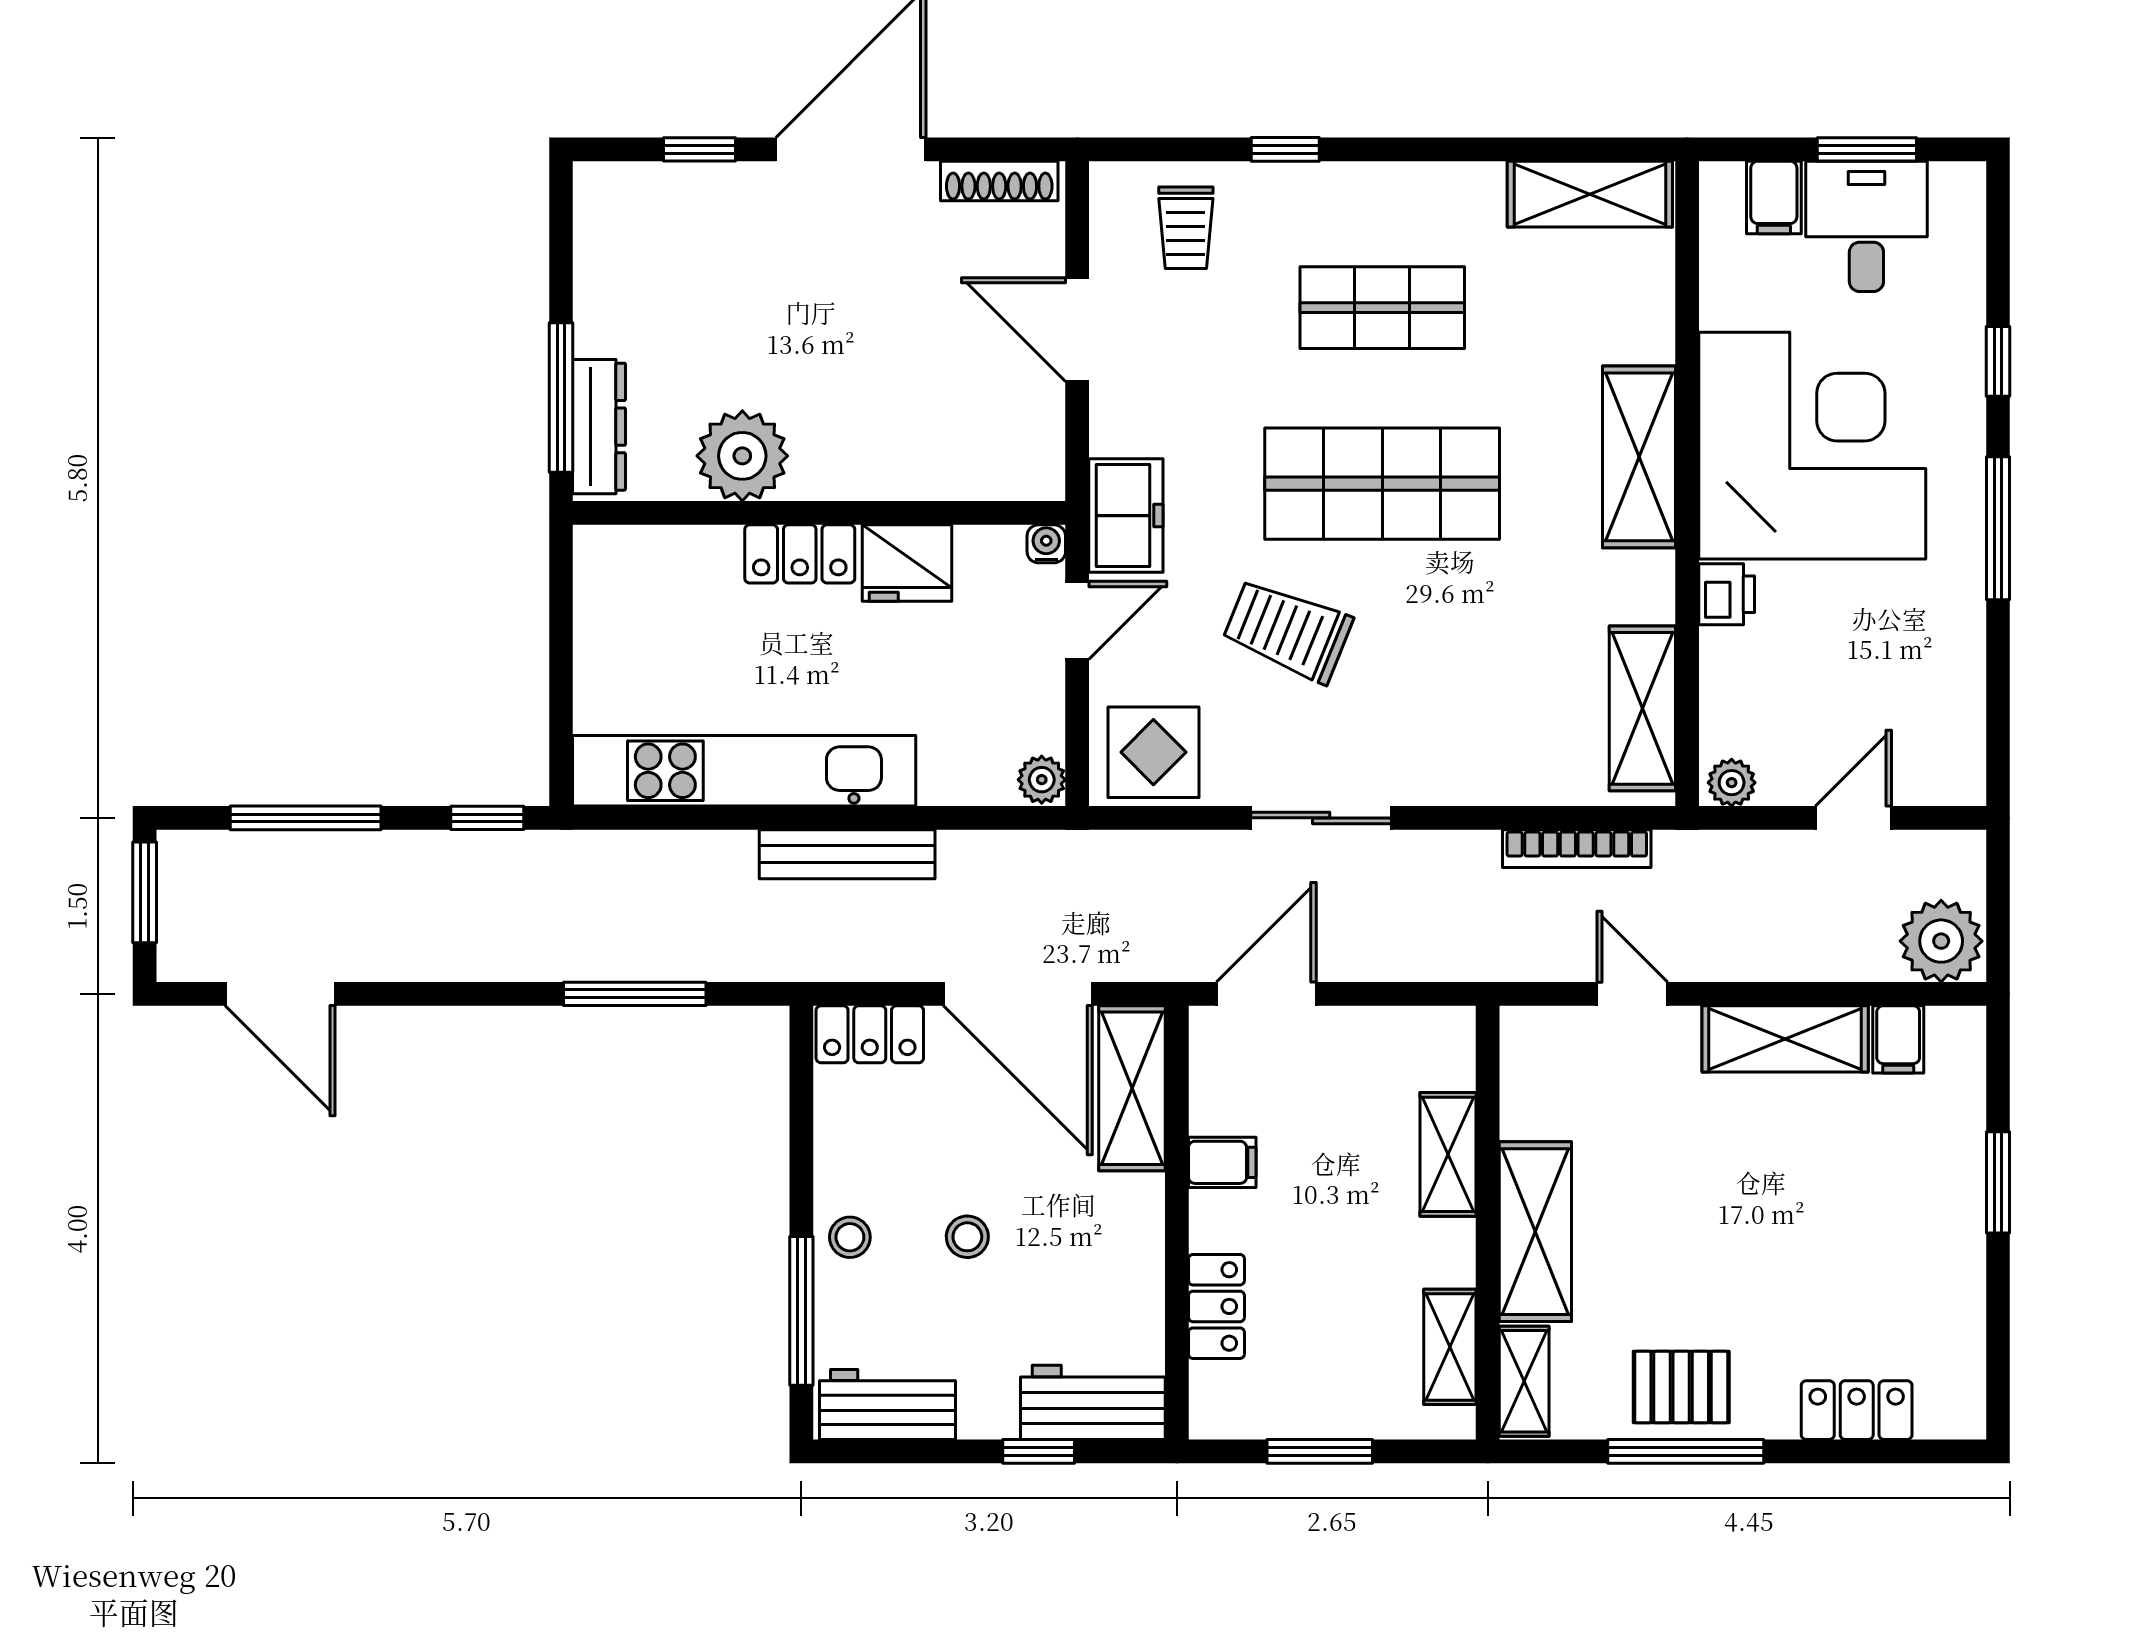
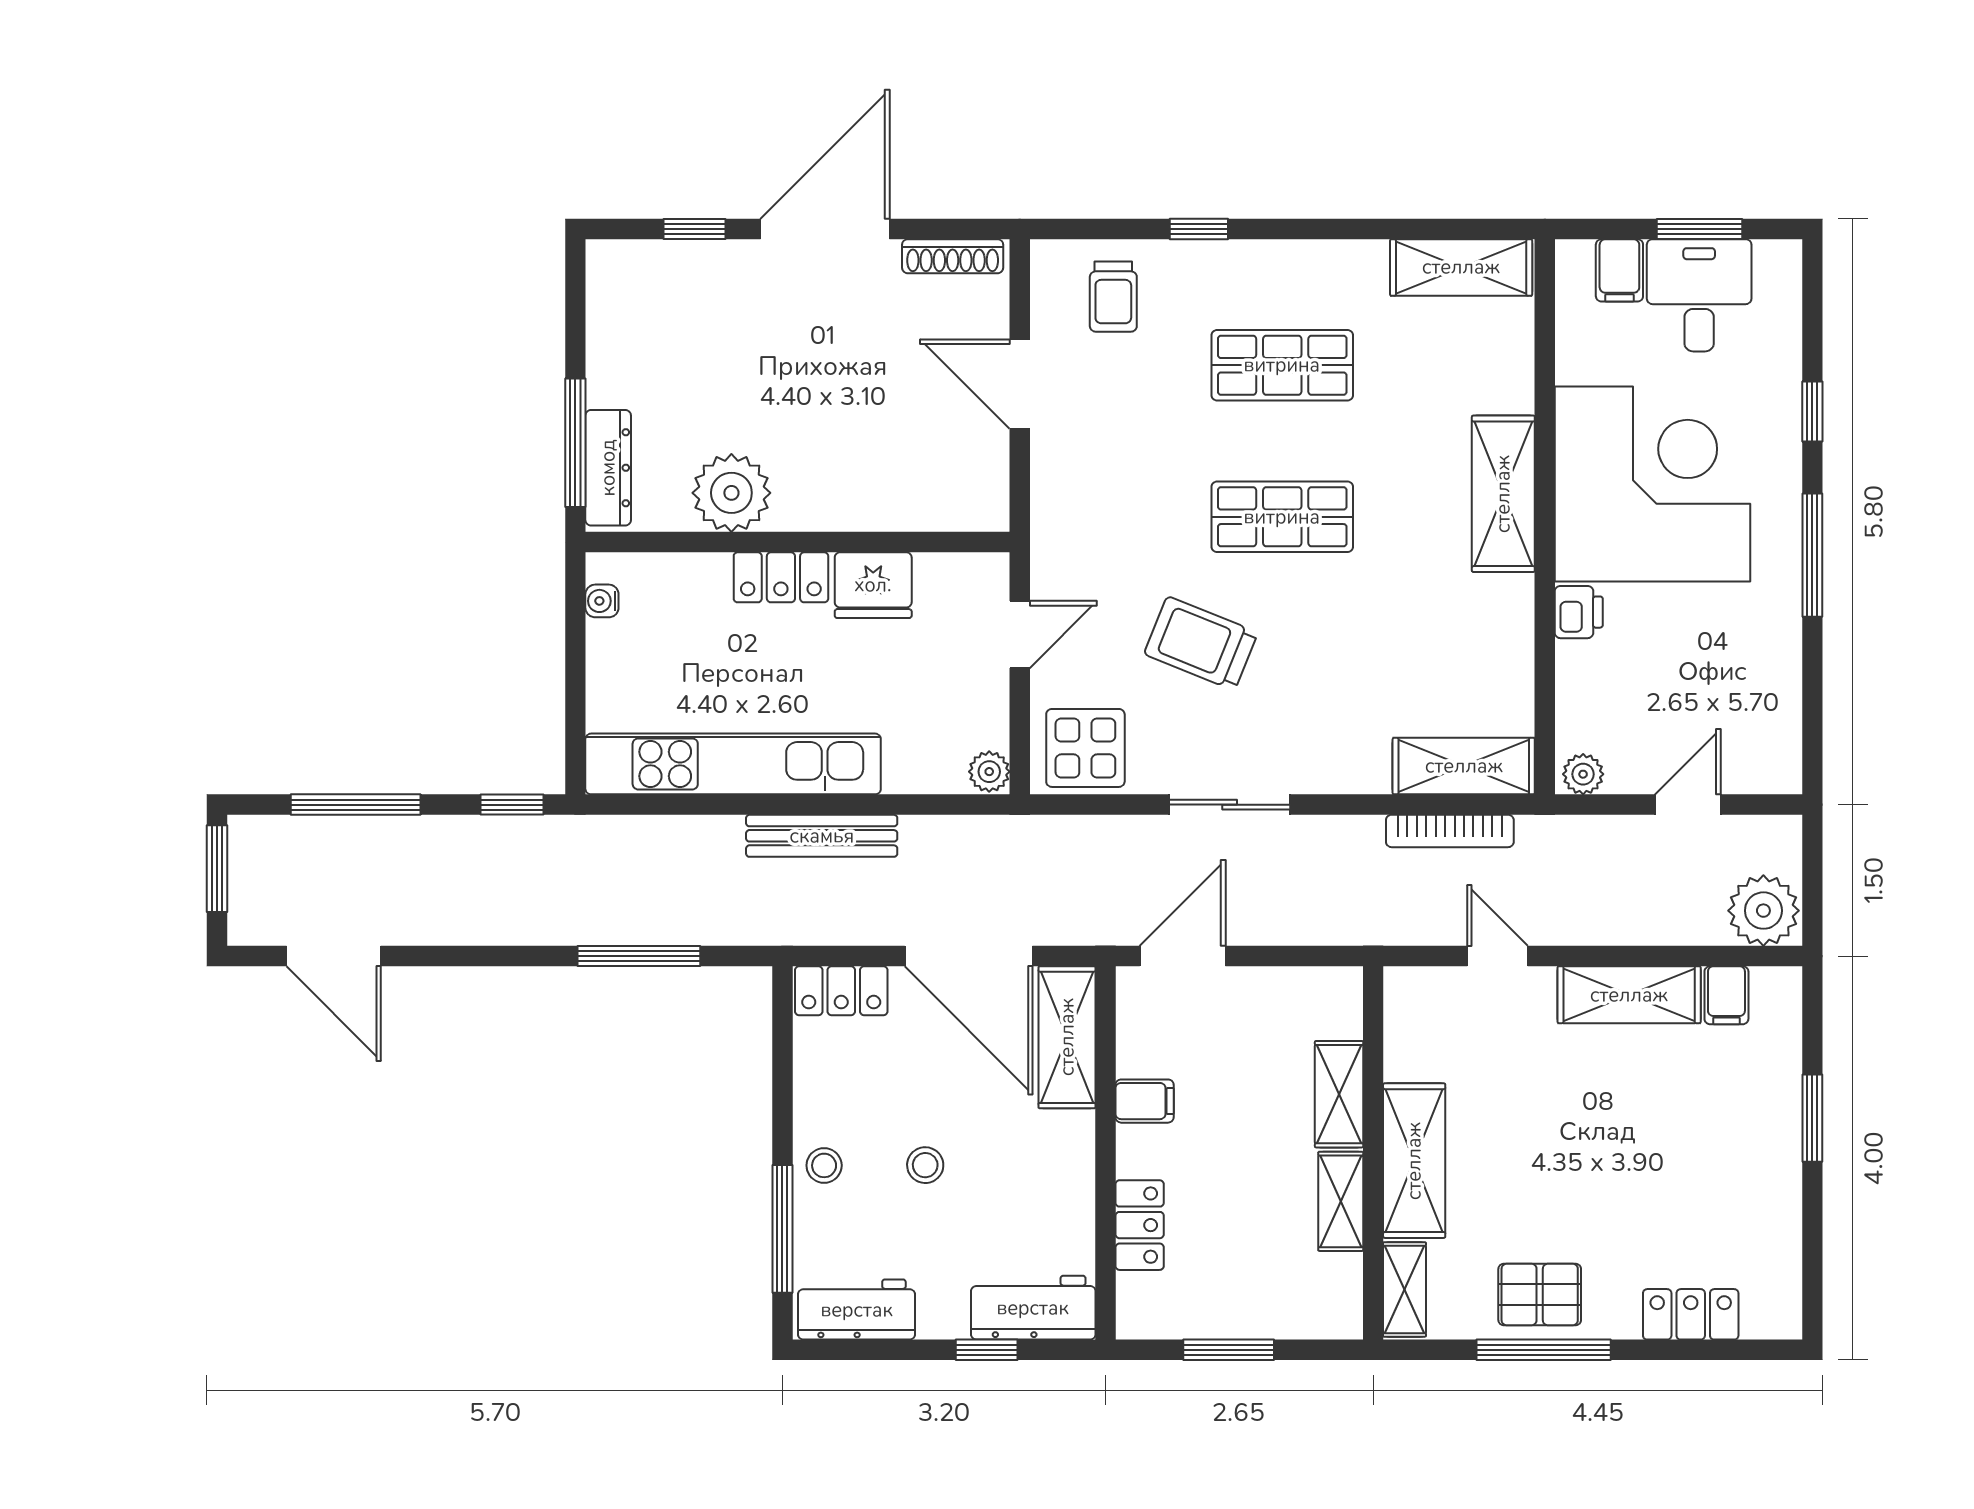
shop shelf: (1382, 484) -> (1282, 517), width x0.70, depth x0.74
freezer: (1126, 516) -> (1062, 544), removed
water cooler: (1046, 544) -> (602, 601), moved, turned -90
shelving: (1642, 708) -> (1464, 766), moved, turned 90
shelving: (1450, 1347) -> (1341, 1201), moved

